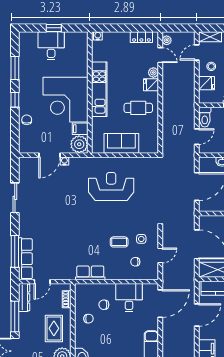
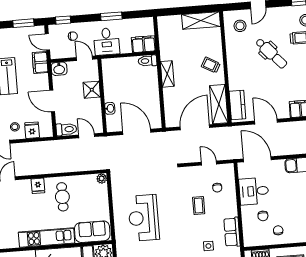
plant: (153, 72) -> (102, 178), moved
sofa: (121, 143) -> (92, 232), moved, turned 90
side table: (141, 239) -> (208, 246), moved

